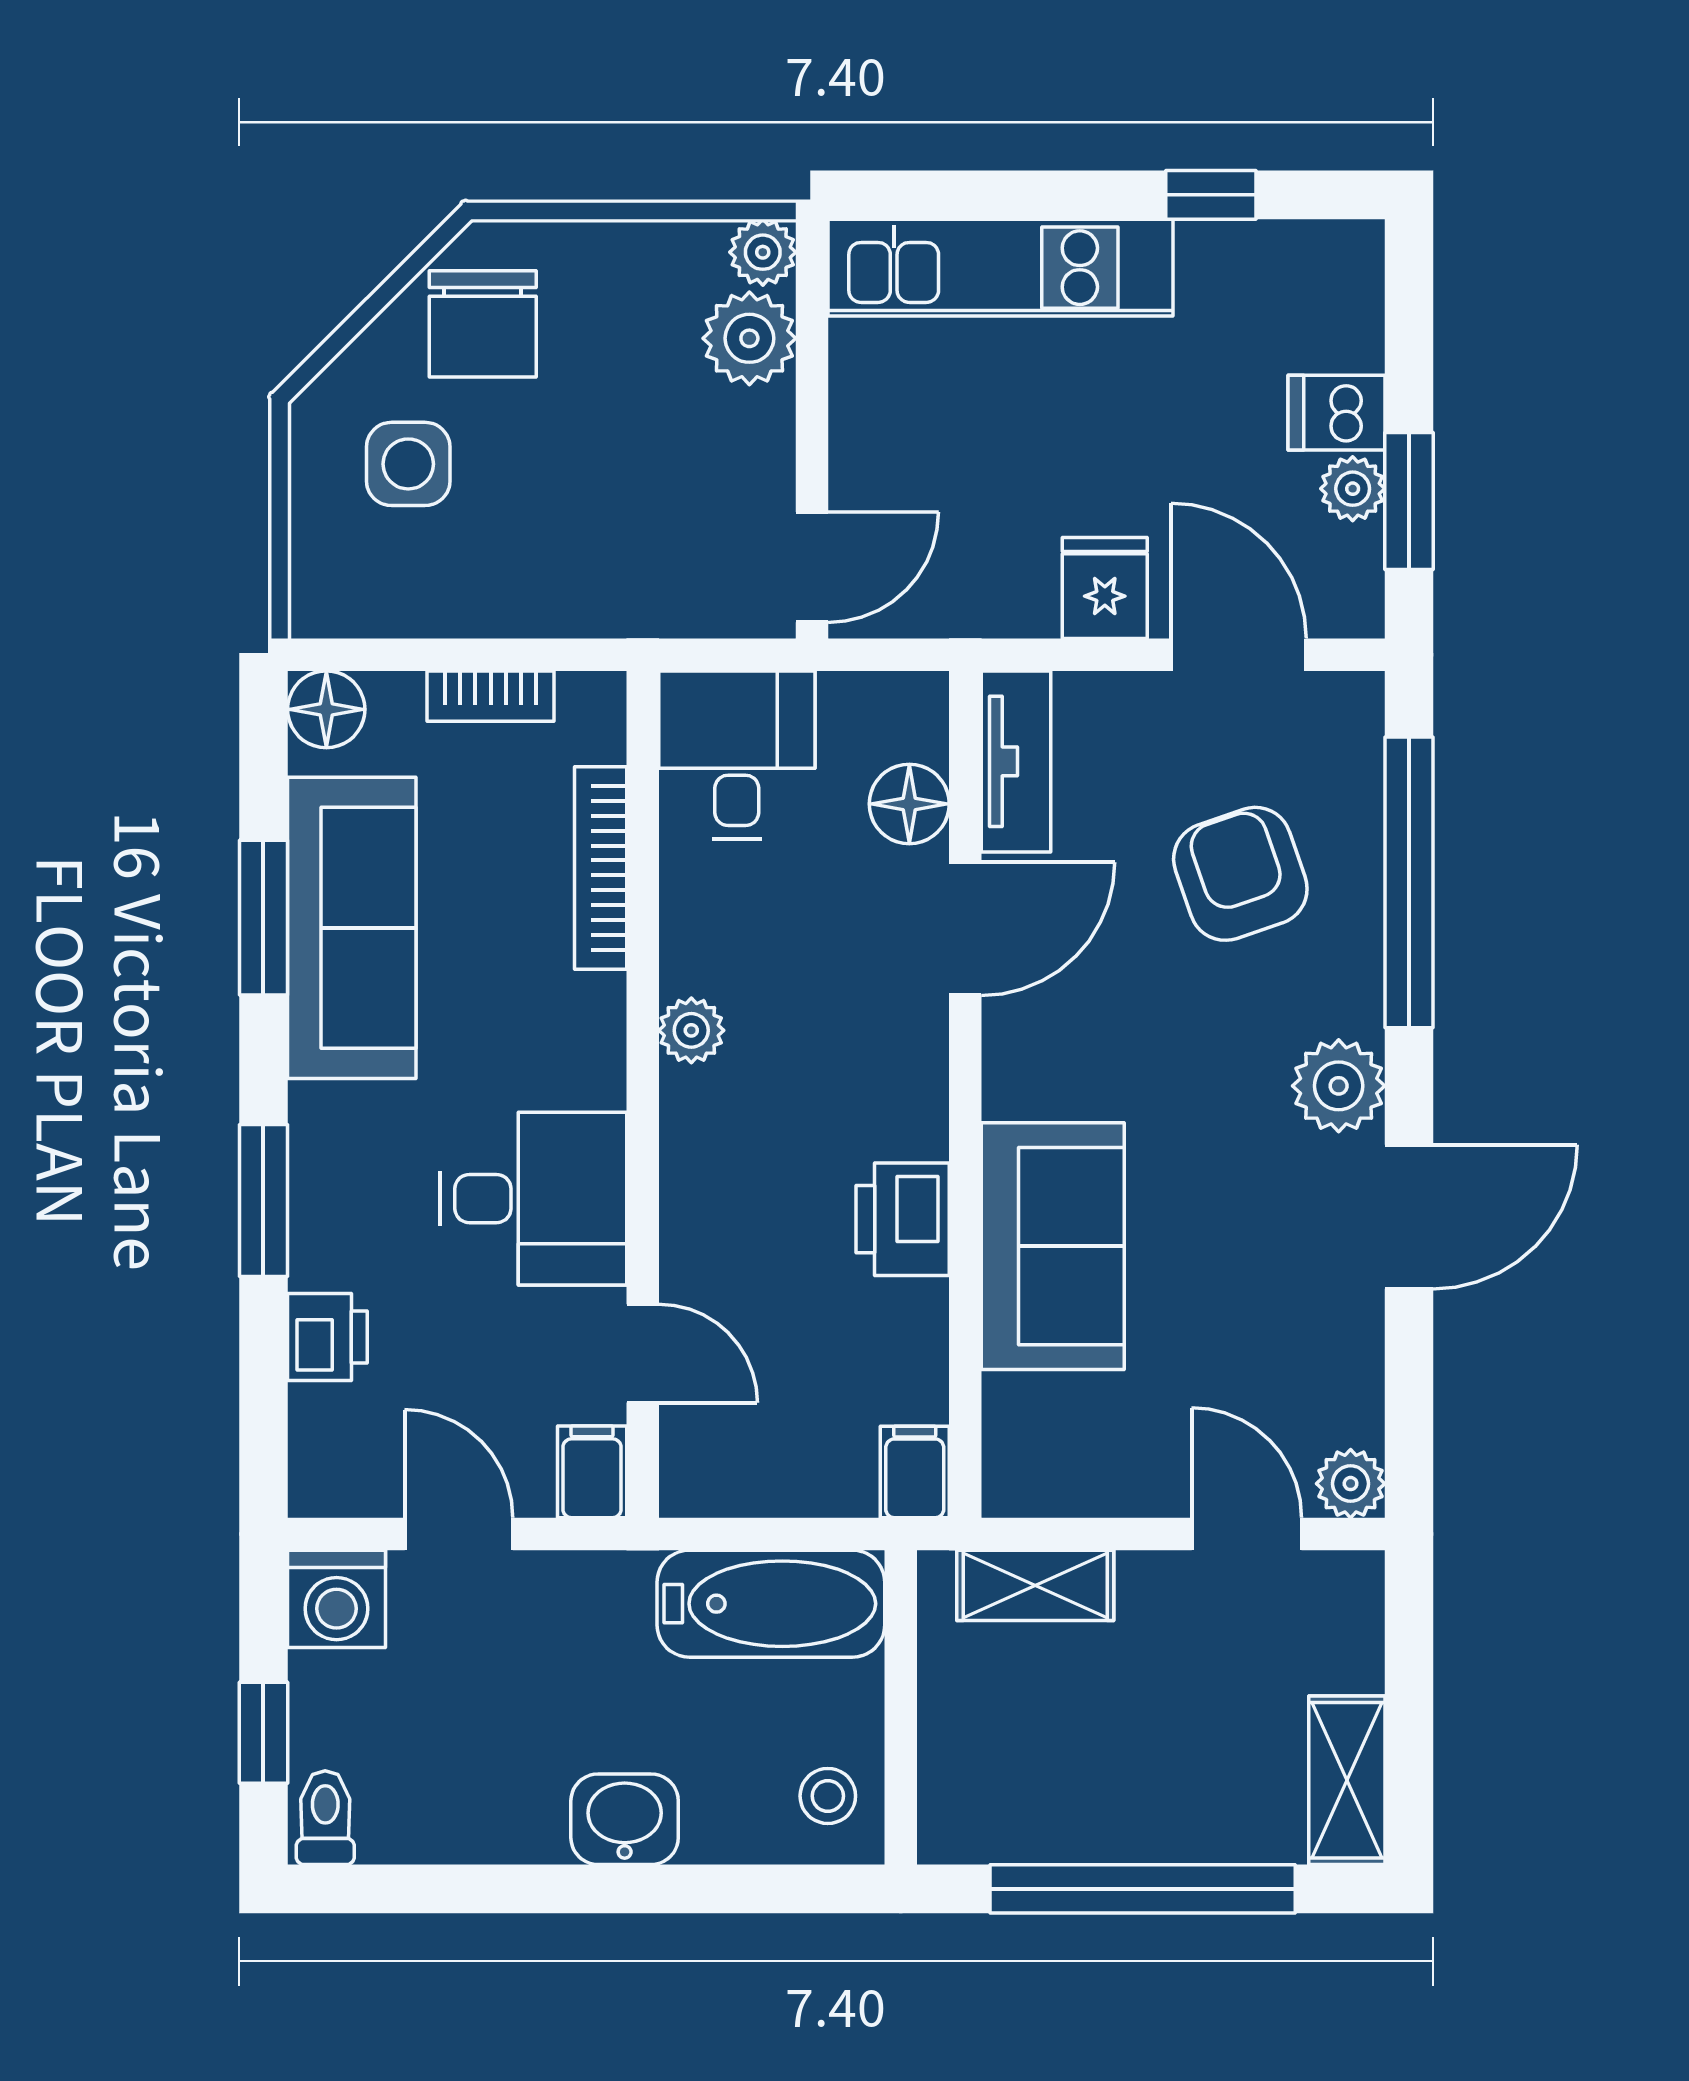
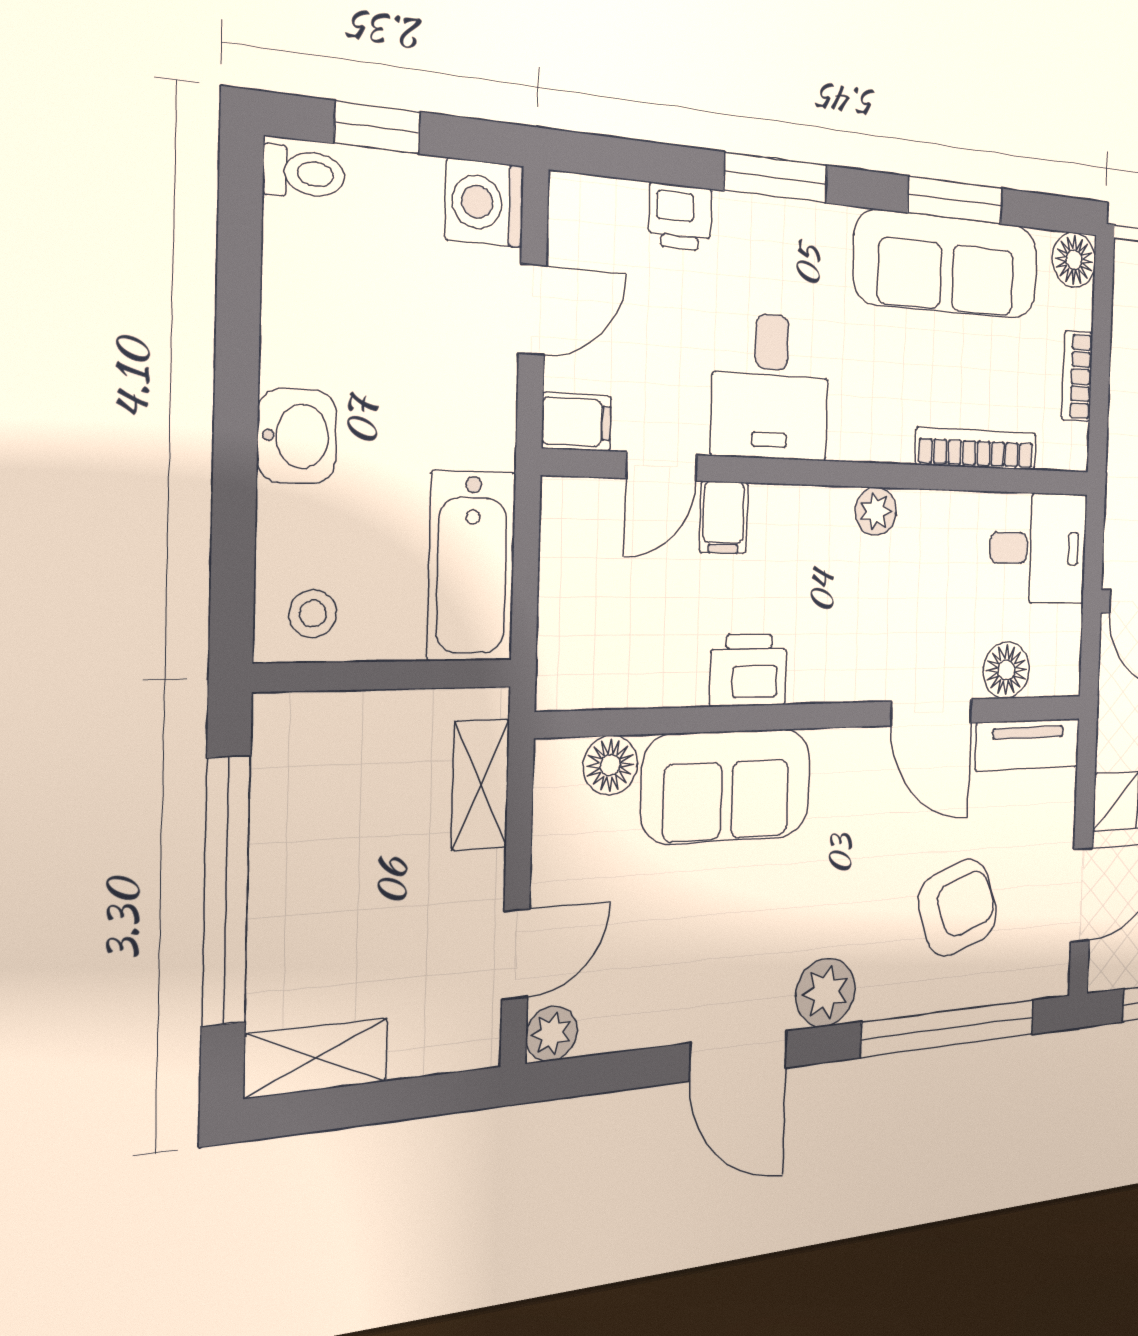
floor lamp: (1019, 1413) -> (610, 765), added
filing cabinet: (915, 1472) -> (724, 517), moved, turned 90

